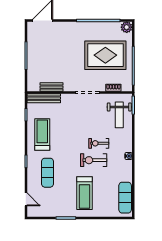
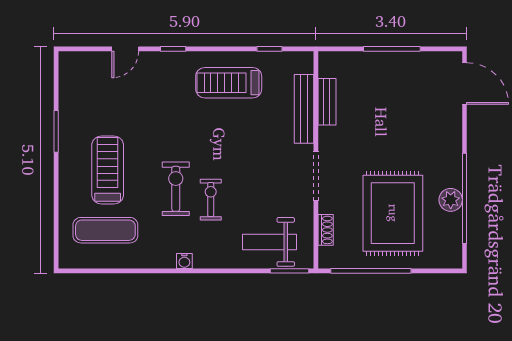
plant: (127, 27) -> (451, 200), moved
bench: (44, 98) -> (304, 109), moved
treadmill: (42, 135) -> (229, 83), turned 180
exercise mat: (47, 173) -> (150, 93), removed
treadmill: (84, 193) -> (108, 170), turned 90
exercise mat: (125, 198) -> (105, 230), moved
door: (26, 199) -> (125, 49), moved

